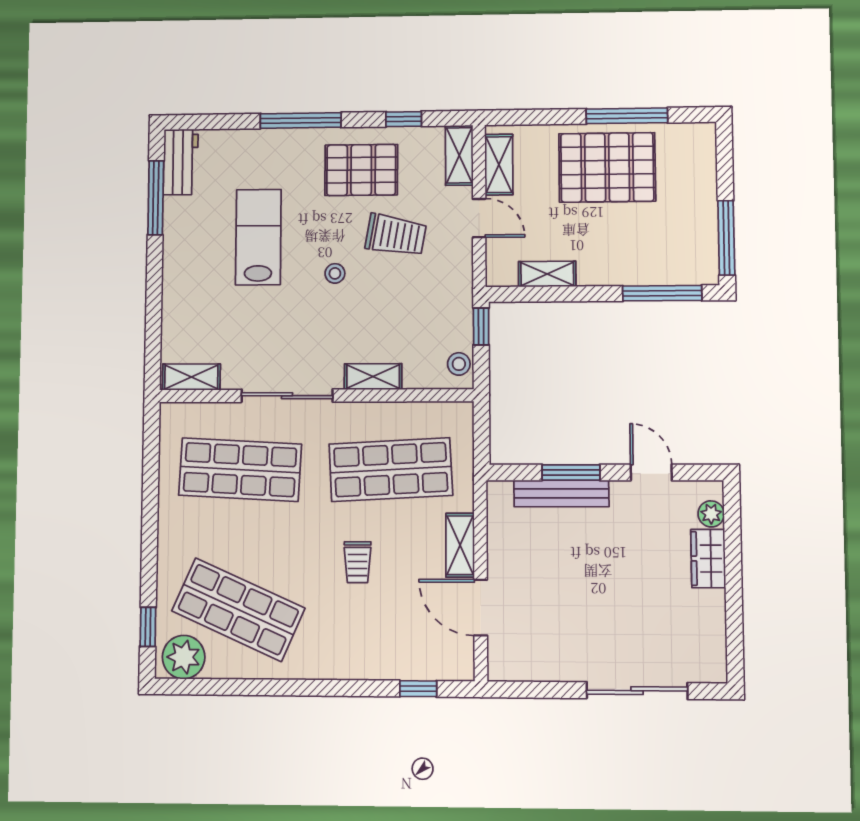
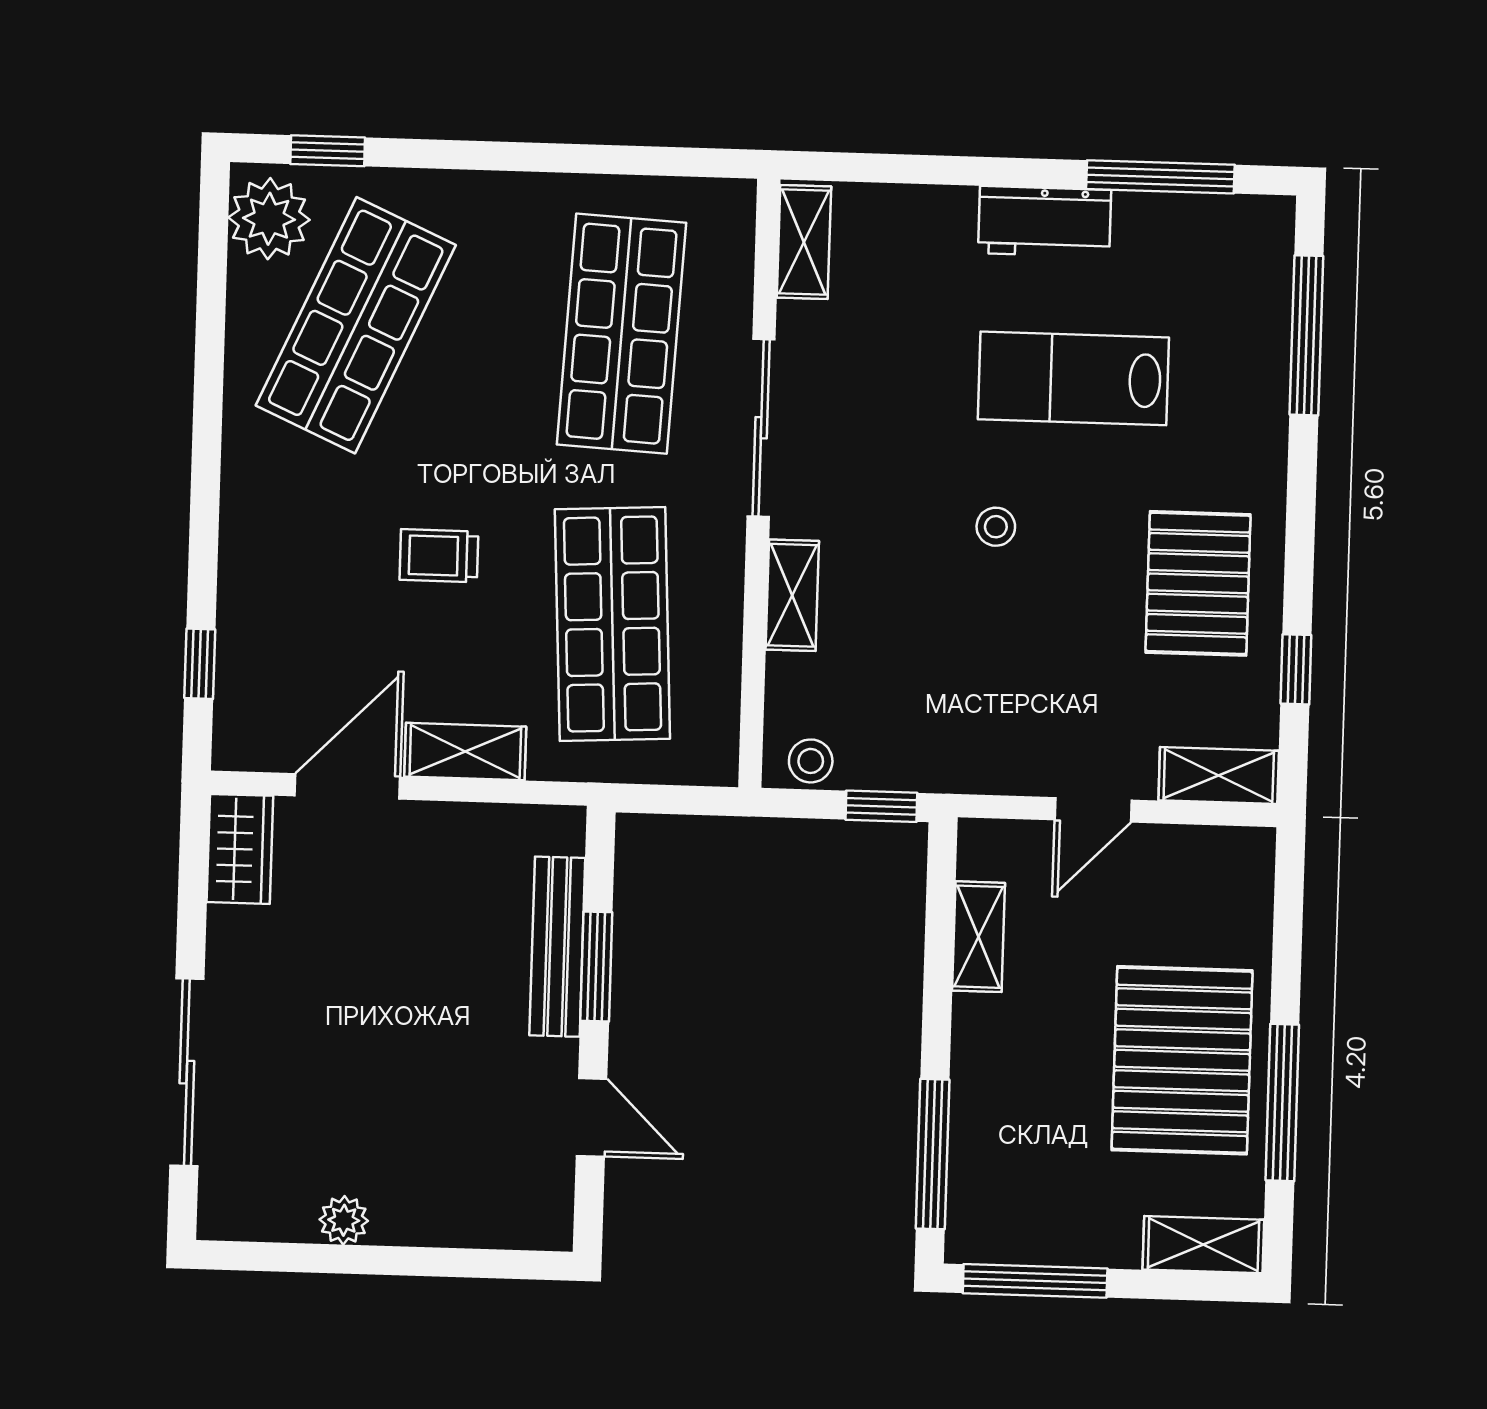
window: (301, 120) -> (1306, 335), moved
workbench: (181, 162) -> (1045, 222), moved
shelving: (499, 165) -> (1203, 1245), moved
trolley: (396, 235) -> (1066, 647), removed
lab bench: (258, 237) -> (1073, 378), turned 180
door: (651, 472) -> (592, 1117), hinge flipped
plant: (711, 514) -> (344, 1220), moved
wardrobe: (708, 559) -> (240, 849), moved, turned 90

